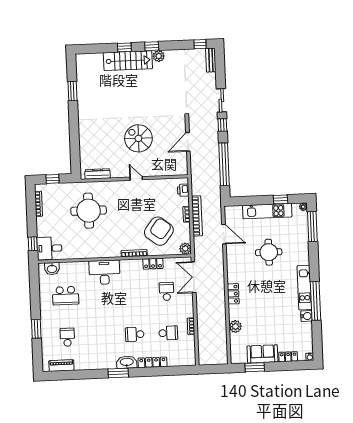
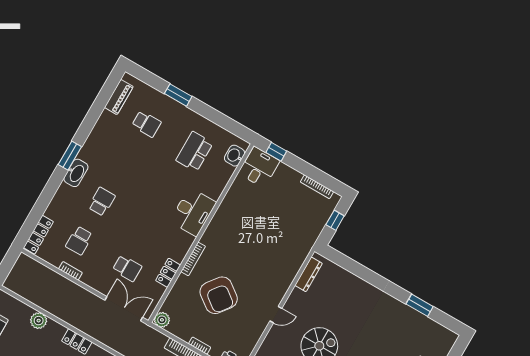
round table: (89, 211) -> (274, 238), removed
armchair: (159, 231) -> (219, 295), moved
locker: (152, 362) -> (38, 235), moved

